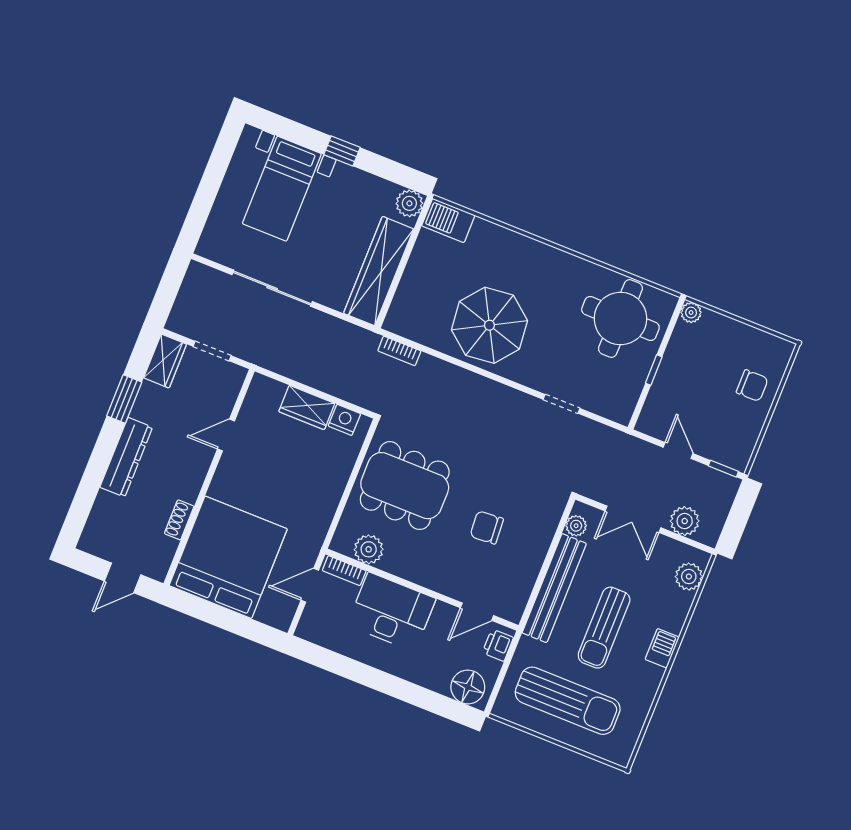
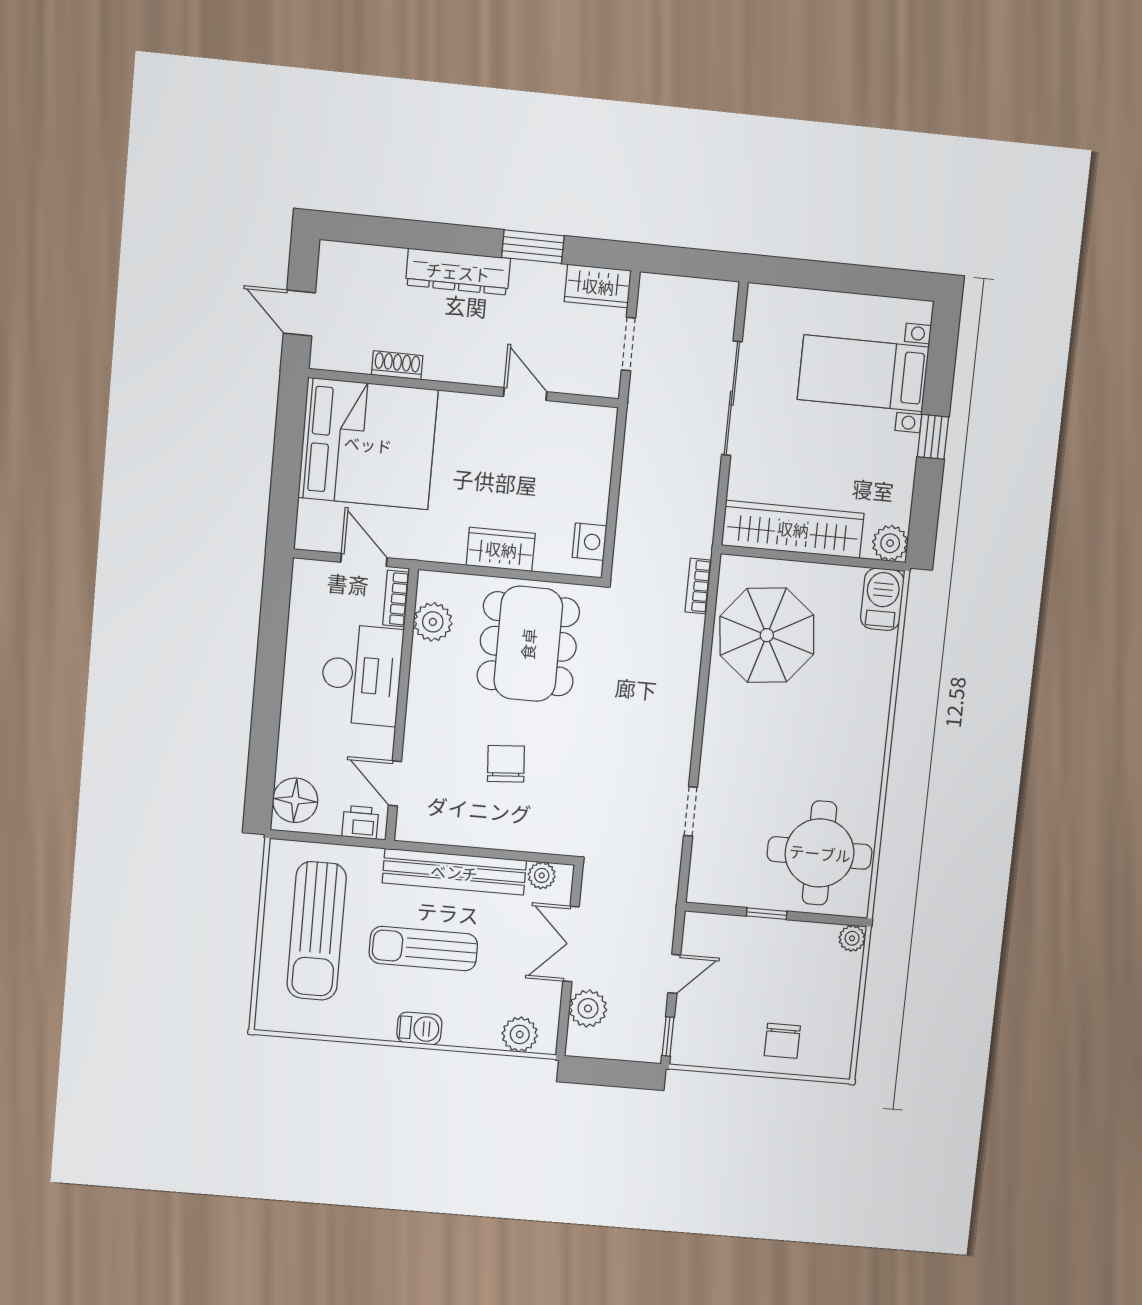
parasol: (489, 325) -> (767, 635), moved
wardrobe: (307, 407) -> (501, 549), moved, turned 90

